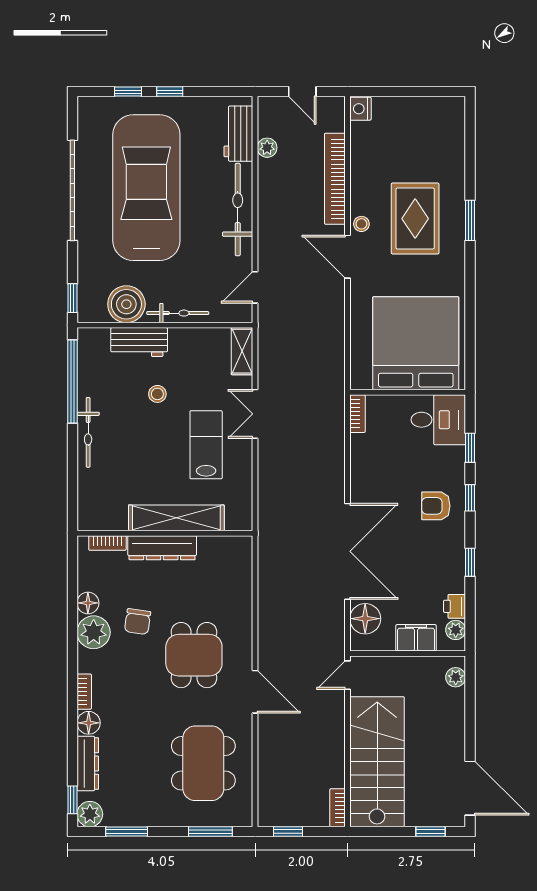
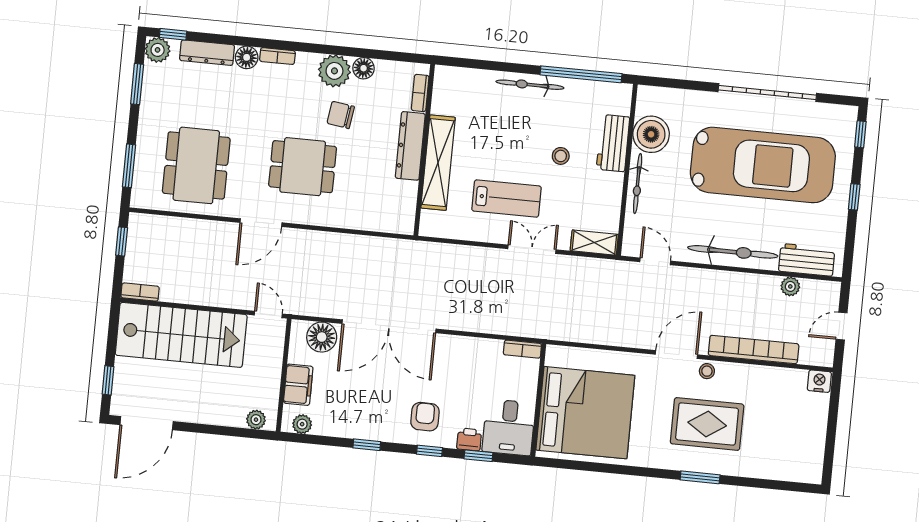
window: (128, 92) -> (860, 134), moved
window: (72, 298) -> (662, 82), removed
printer: (455, 606) -> (469, 439), moved
dining table: (203, 763) -> (196, 165), turned 90

